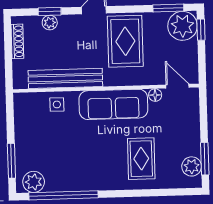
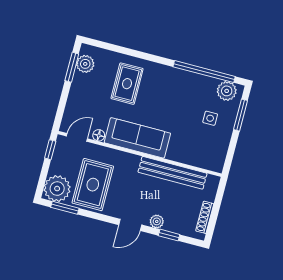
plant: (50, 23) -> (157, 221), moved
window: (201, 30) -> (50, 150), moved
rug: (125, 41) -> (93, 185), moved
door: (177, 86) -> (77, 137), swing flipped
side table: (57, 104) -> (210, 118), moved

